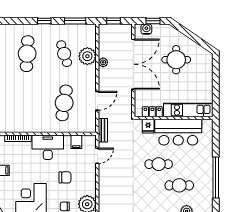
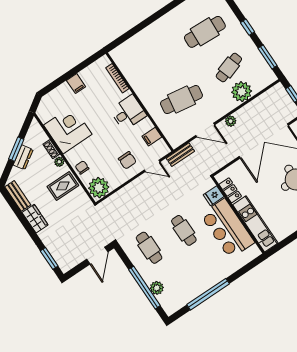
plant: (103, 62) -> (231, 121), moved
desk: (48, 147) -> (128, 113), width x0.73
chair: (65, 177) -> (127, 160), moved
cafe table: (179, 185) -> (149, 248), moved

